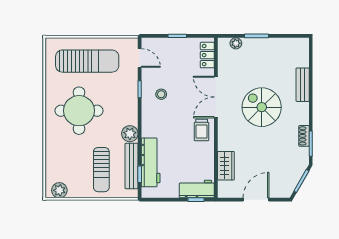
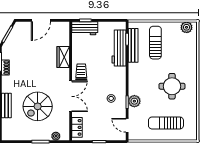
sun lounger: (87, 61) -> (166, 123), width x0.73, depth x0.75
spiral stairs: (262, 107) -> (38, 106), moved, turned 90
round table: (79, 111) -> (172, 86), width x0.73, depth x0.73
plant: (130, 134) -> (134, 101), moved
wardrobe: (226, 166) -> (63, 57), moved

